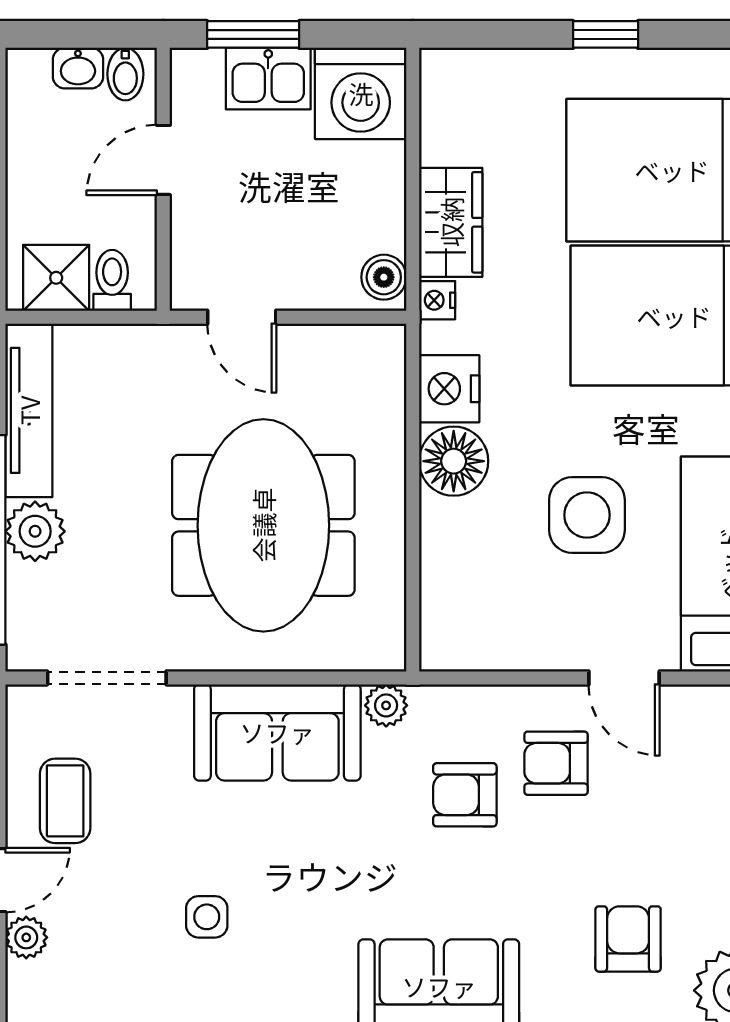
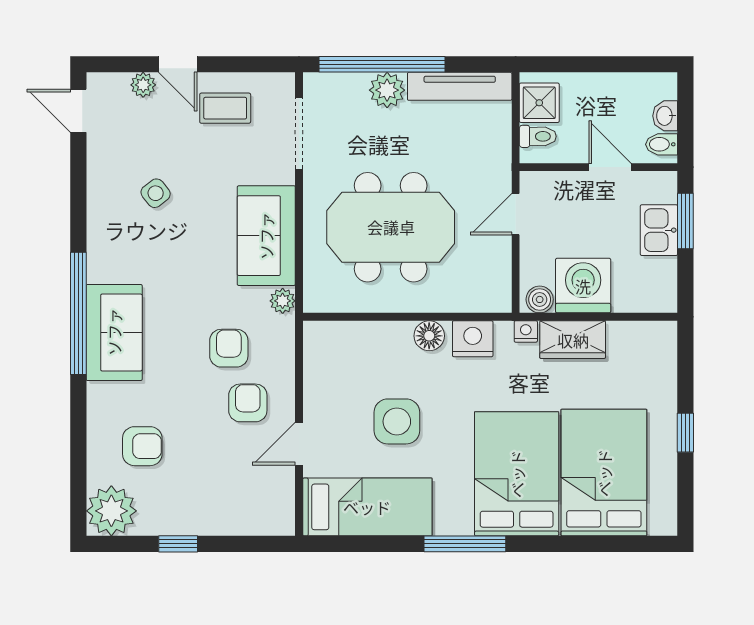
washing machine: (361, 93) -> (583, 286), moved, turned 90
floor lamp: (454, 461) -> (429, 336), width x0.73, depth x0.73
side table: (207, 917) -> (156, 193), turned -38

